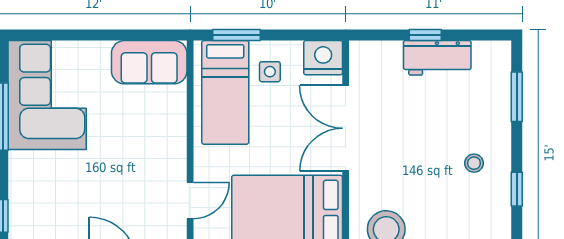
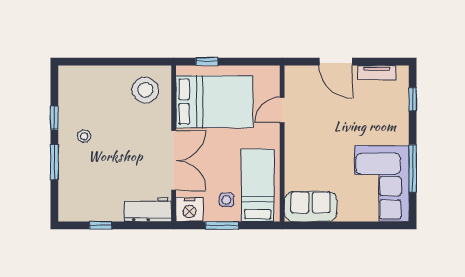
window: (236, 35) -> (222, 225), moved
window: (425, 35) -> (100, 225), moved
workbench: (437, 58) -> (148, 210), moved
window: (517, 97) -> (54, 162), moved

